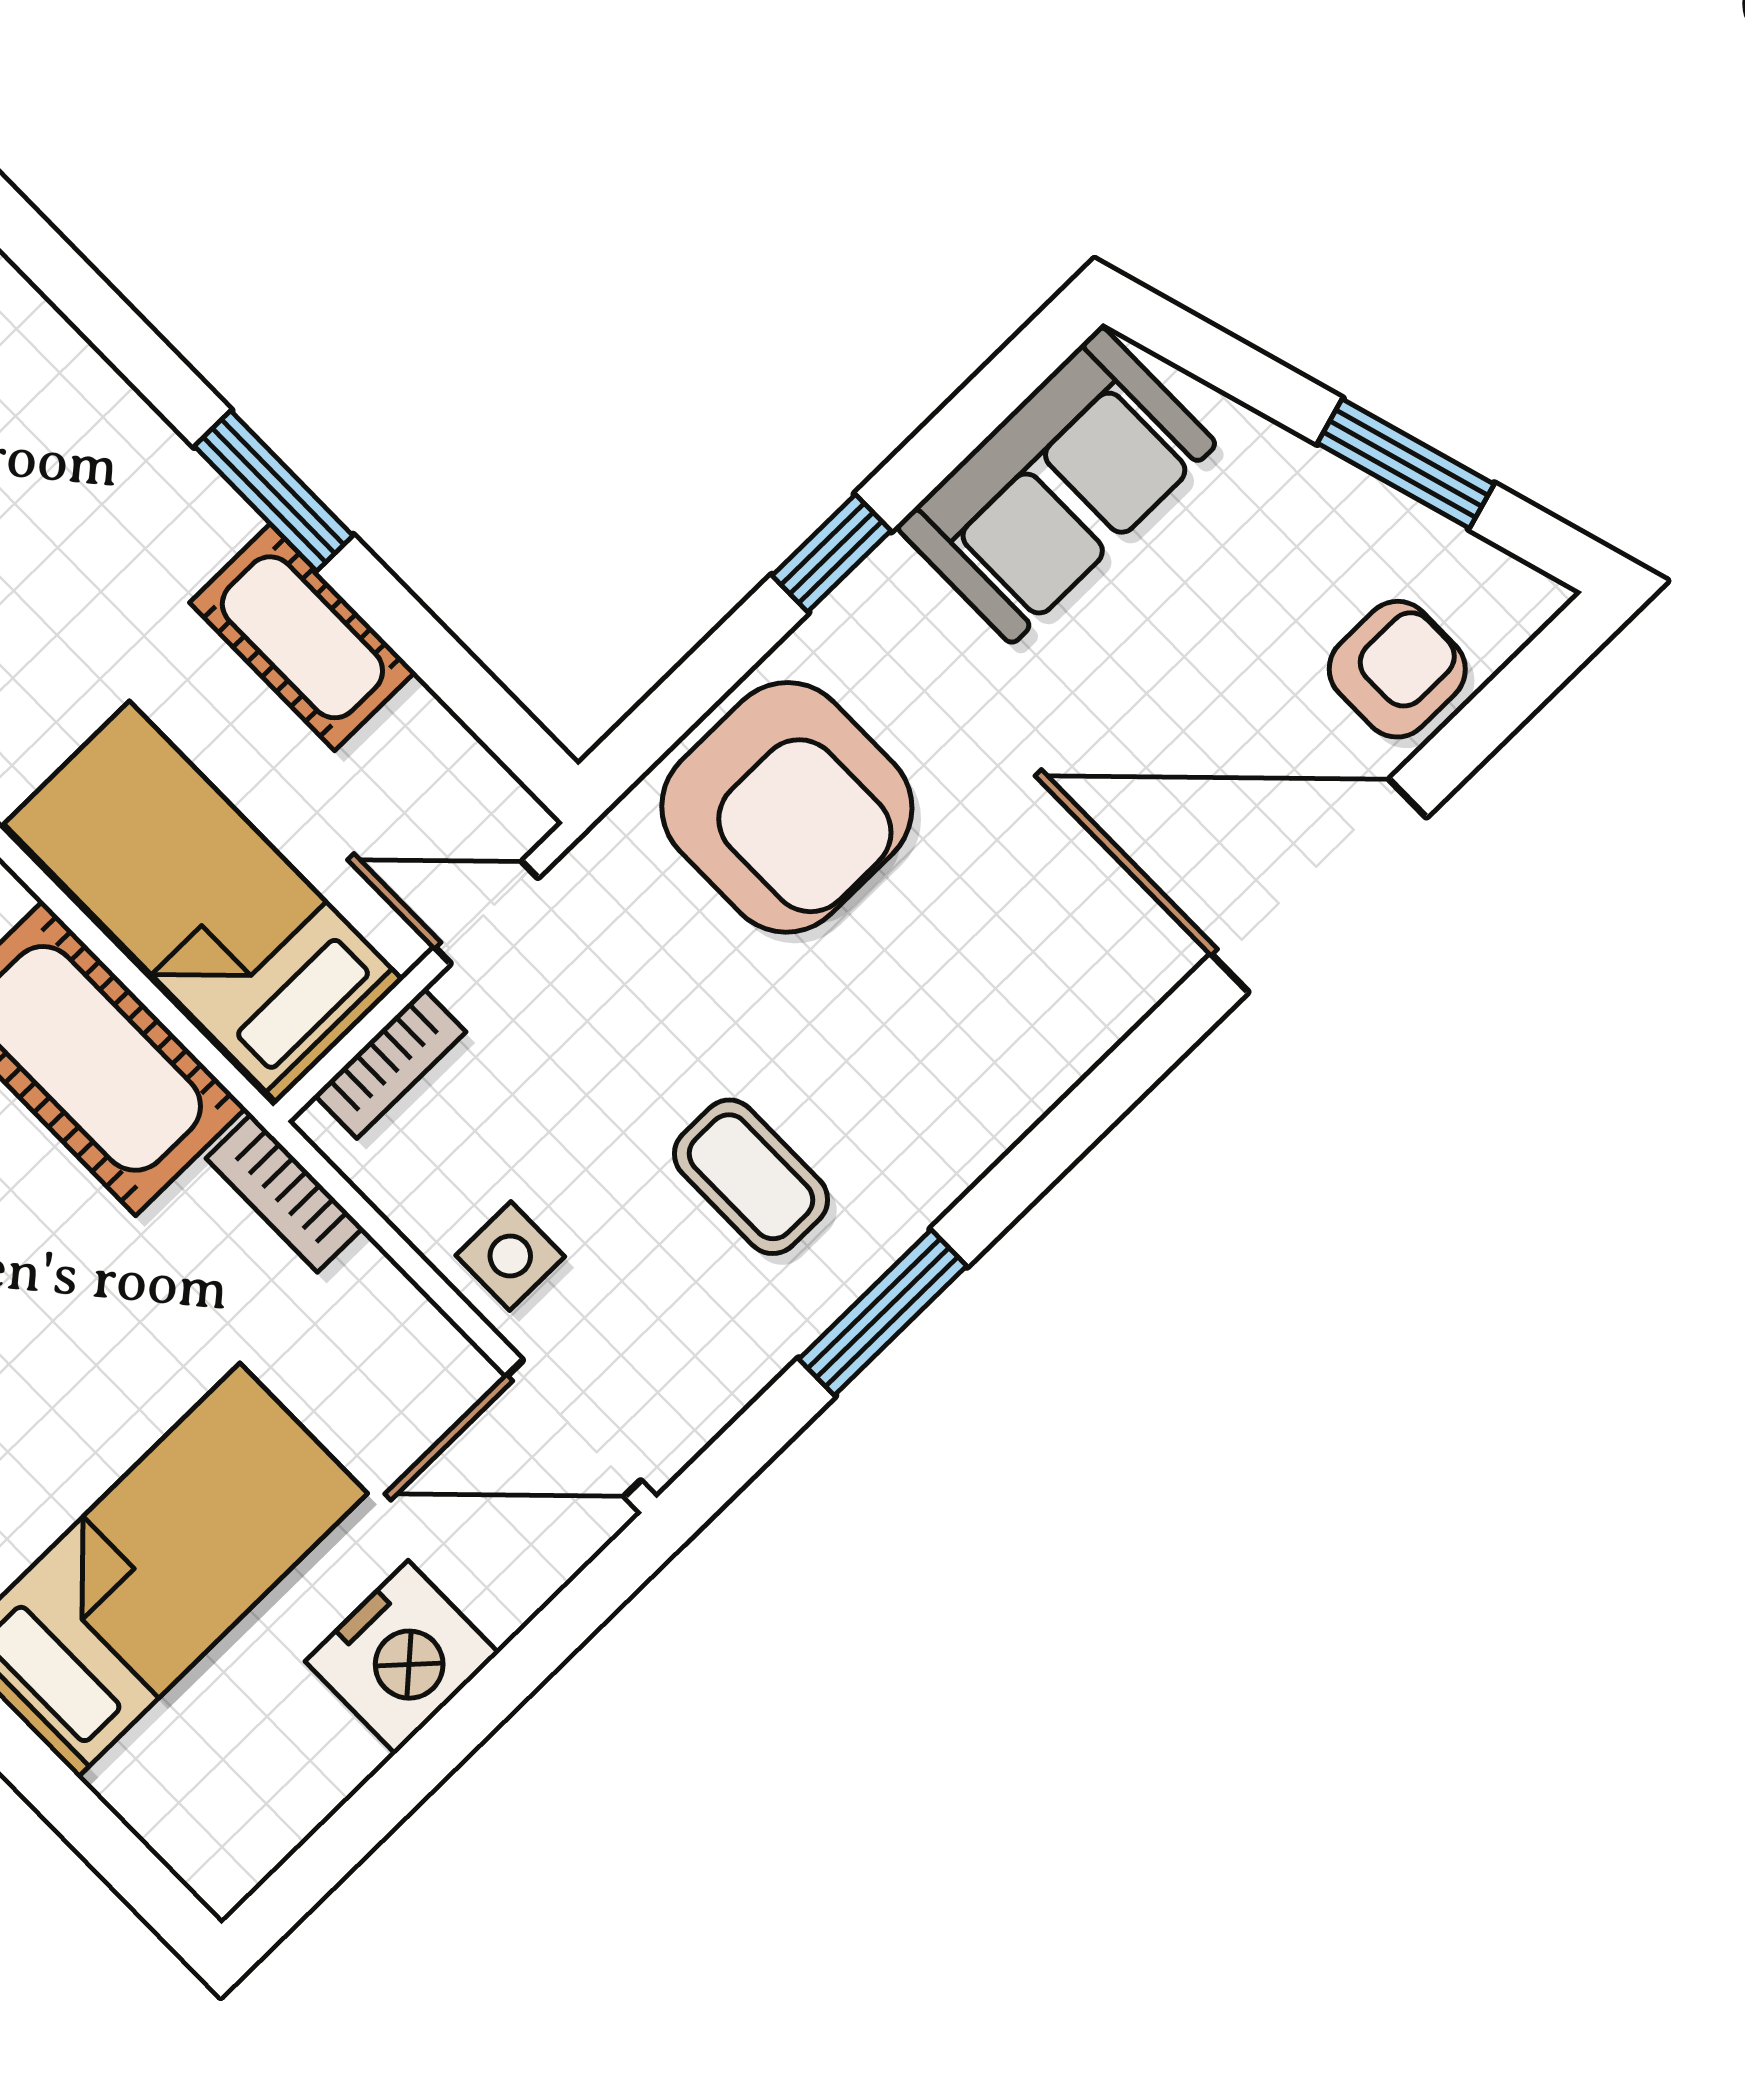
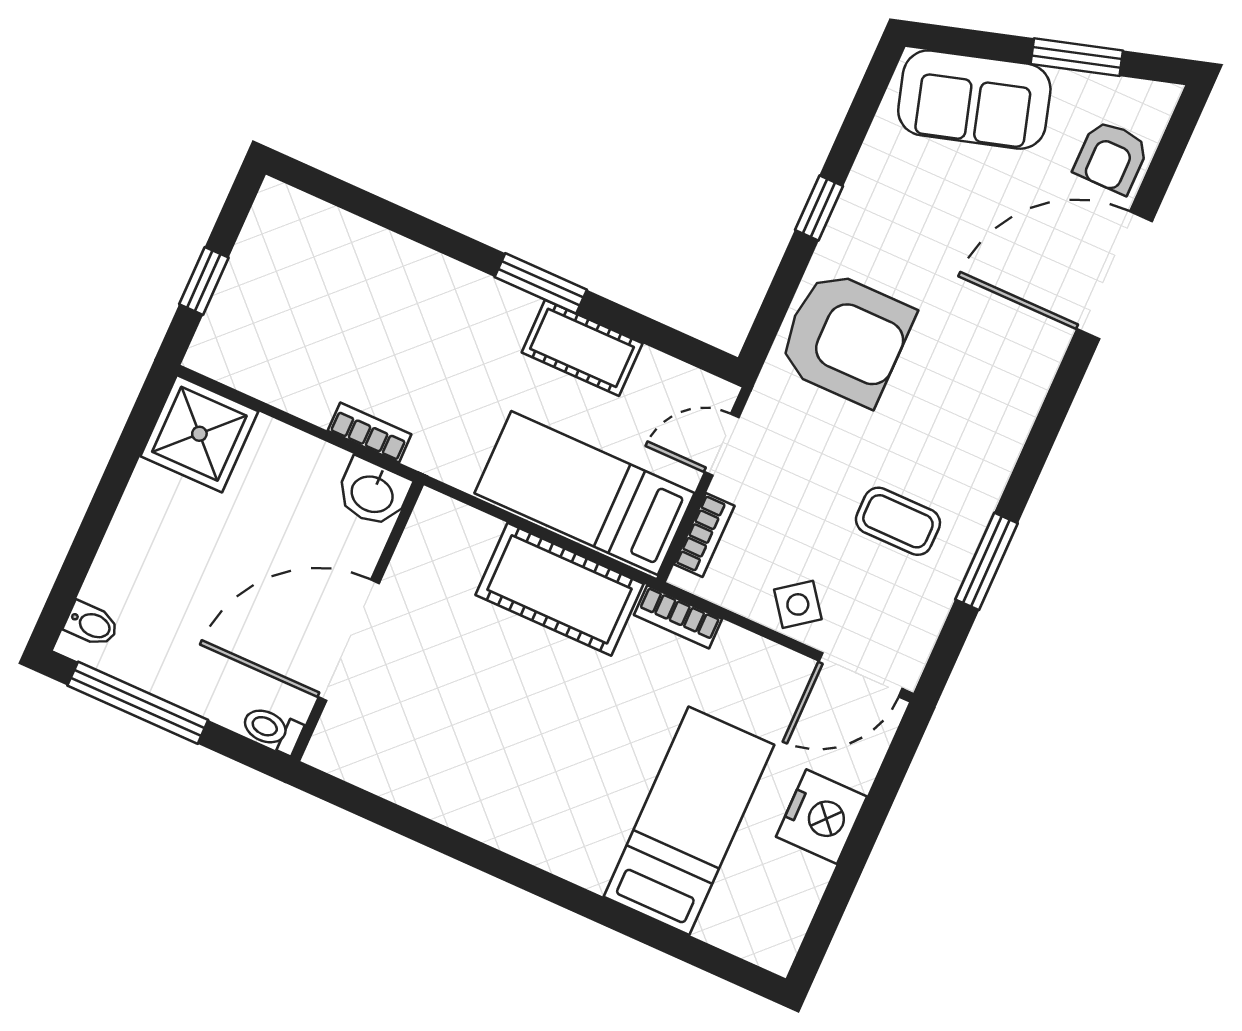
sofa: (1056, 485) -> (974, 100), moved, turned 74
armchair: (1397, 669) -> (1111, 157), turned 180
side table: (510, 1256) -> (798, 604), turned -37

